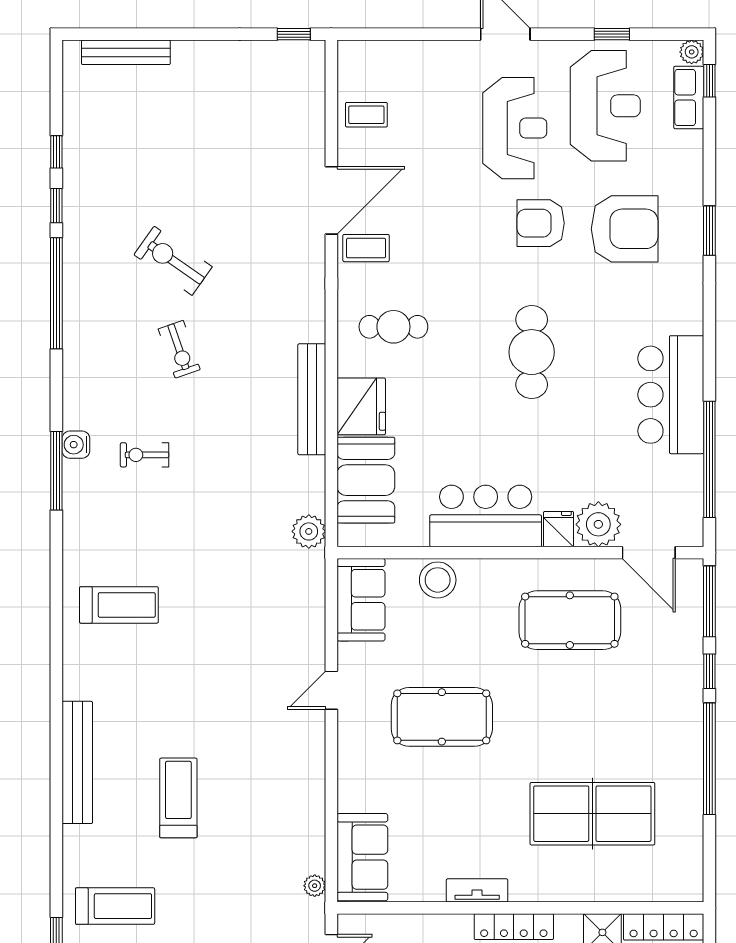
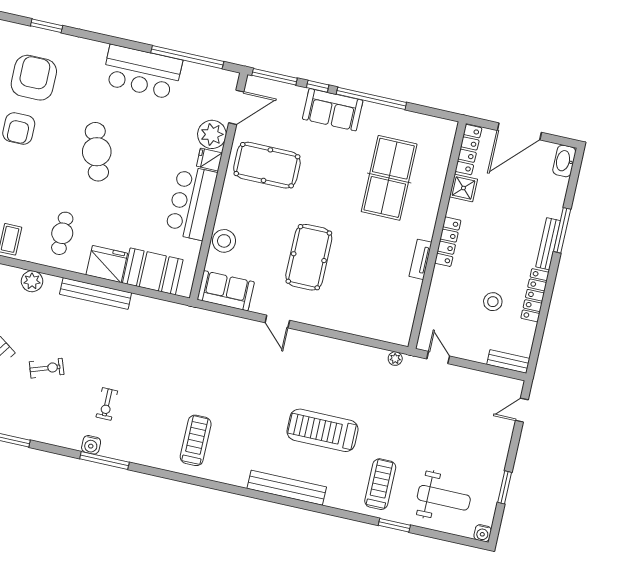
cafe table: (532, 352) -> (97, 152), turned 73
plant: (309, 531) -> (32, 281), moved
pool table: (570, 620) -> (267, 165), turned 90
treadmill: (178, 798) -> (322, 430), width x1.37, depth x1.38
sofa: (362, 857) -> (333, 110), moved, turned 180

